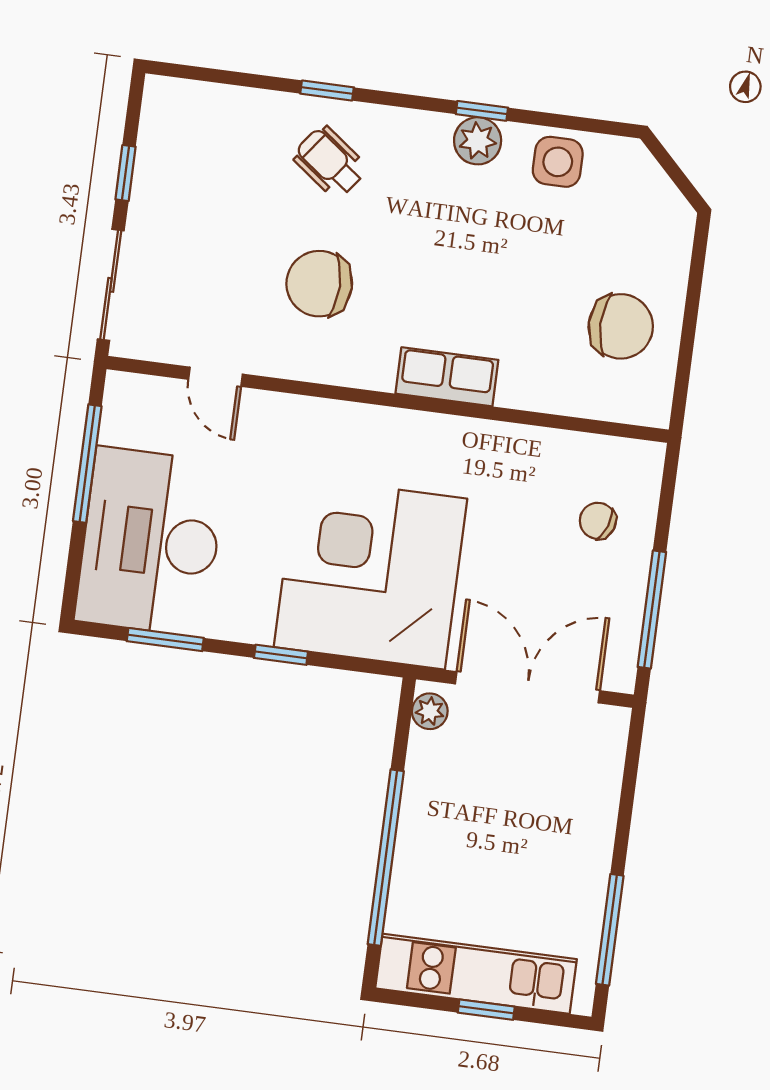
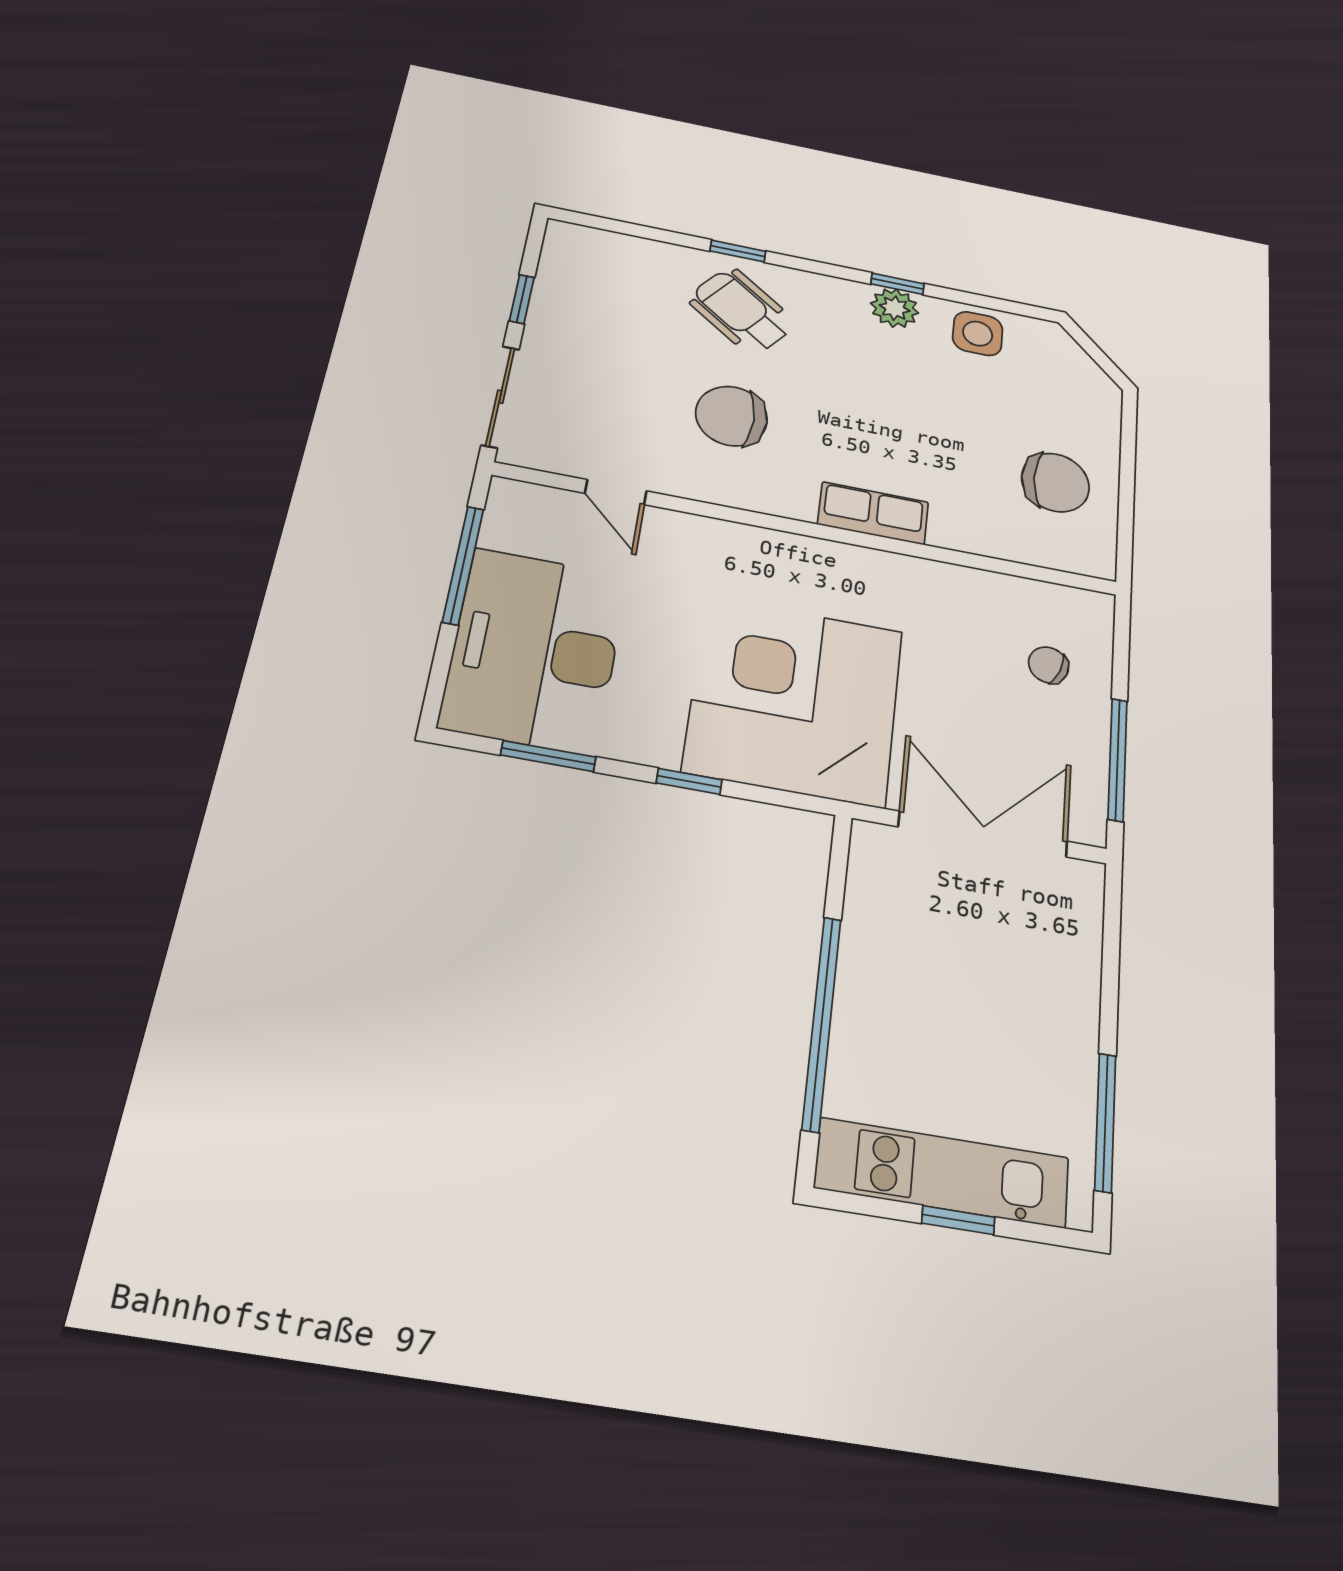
wheelchair: (330, 162) -> (742, 311), width x1.36, depth x1.37
plant: (430, 711) -> (869, 854), removed

